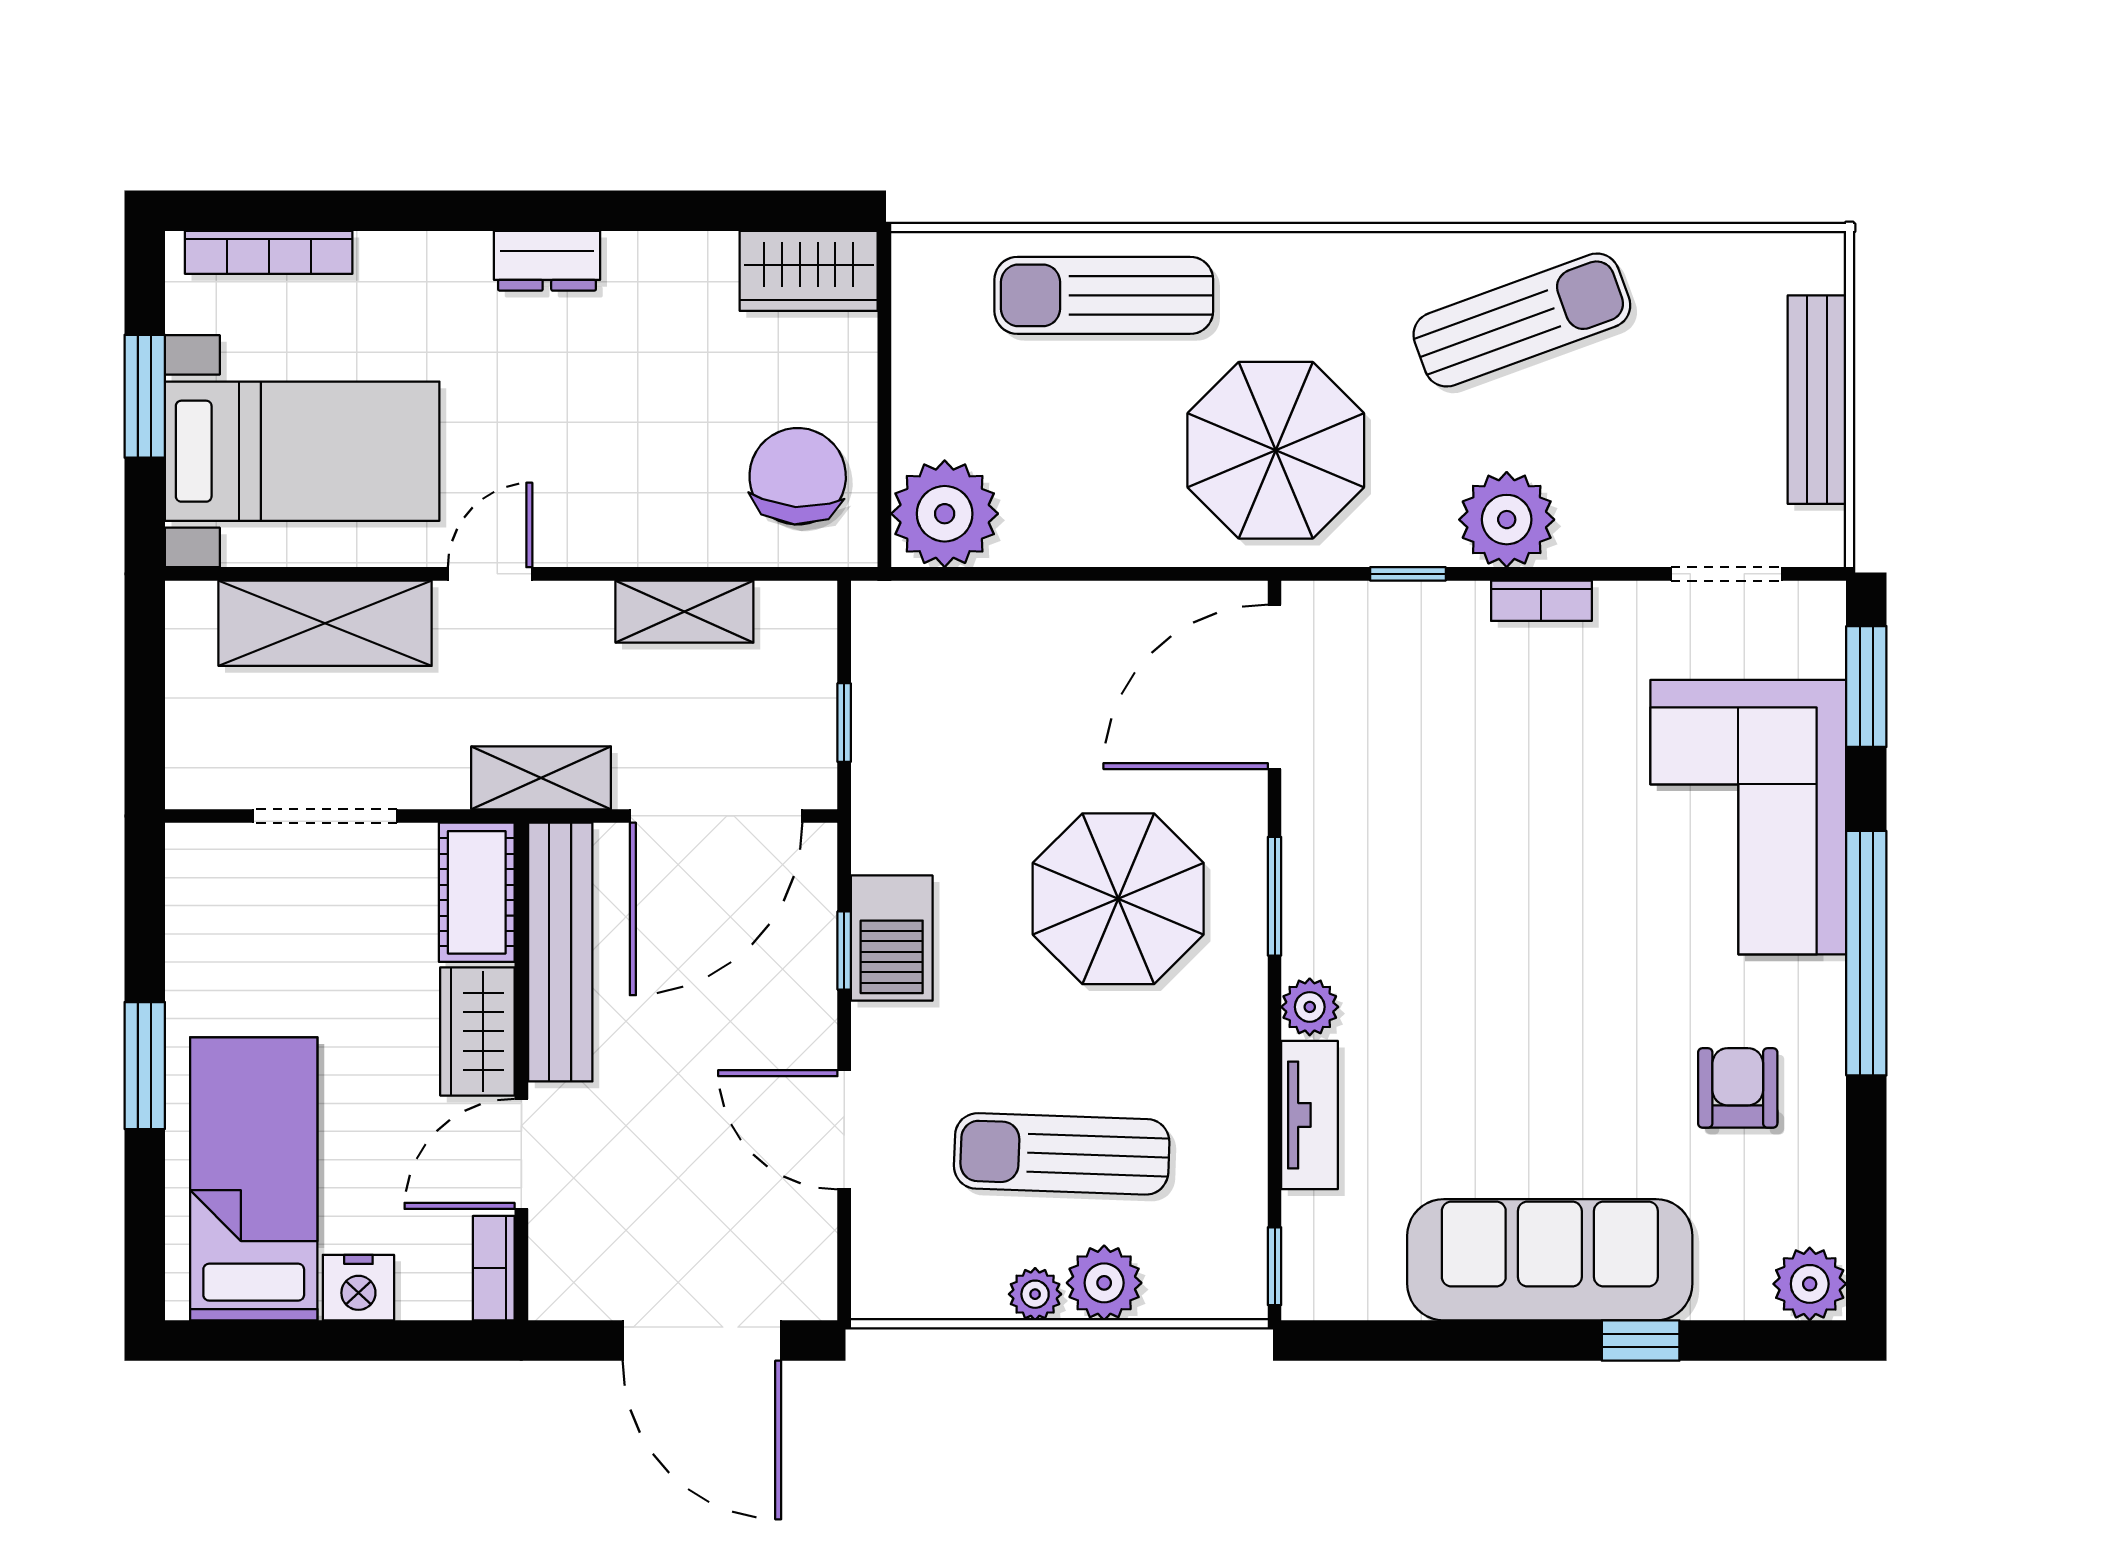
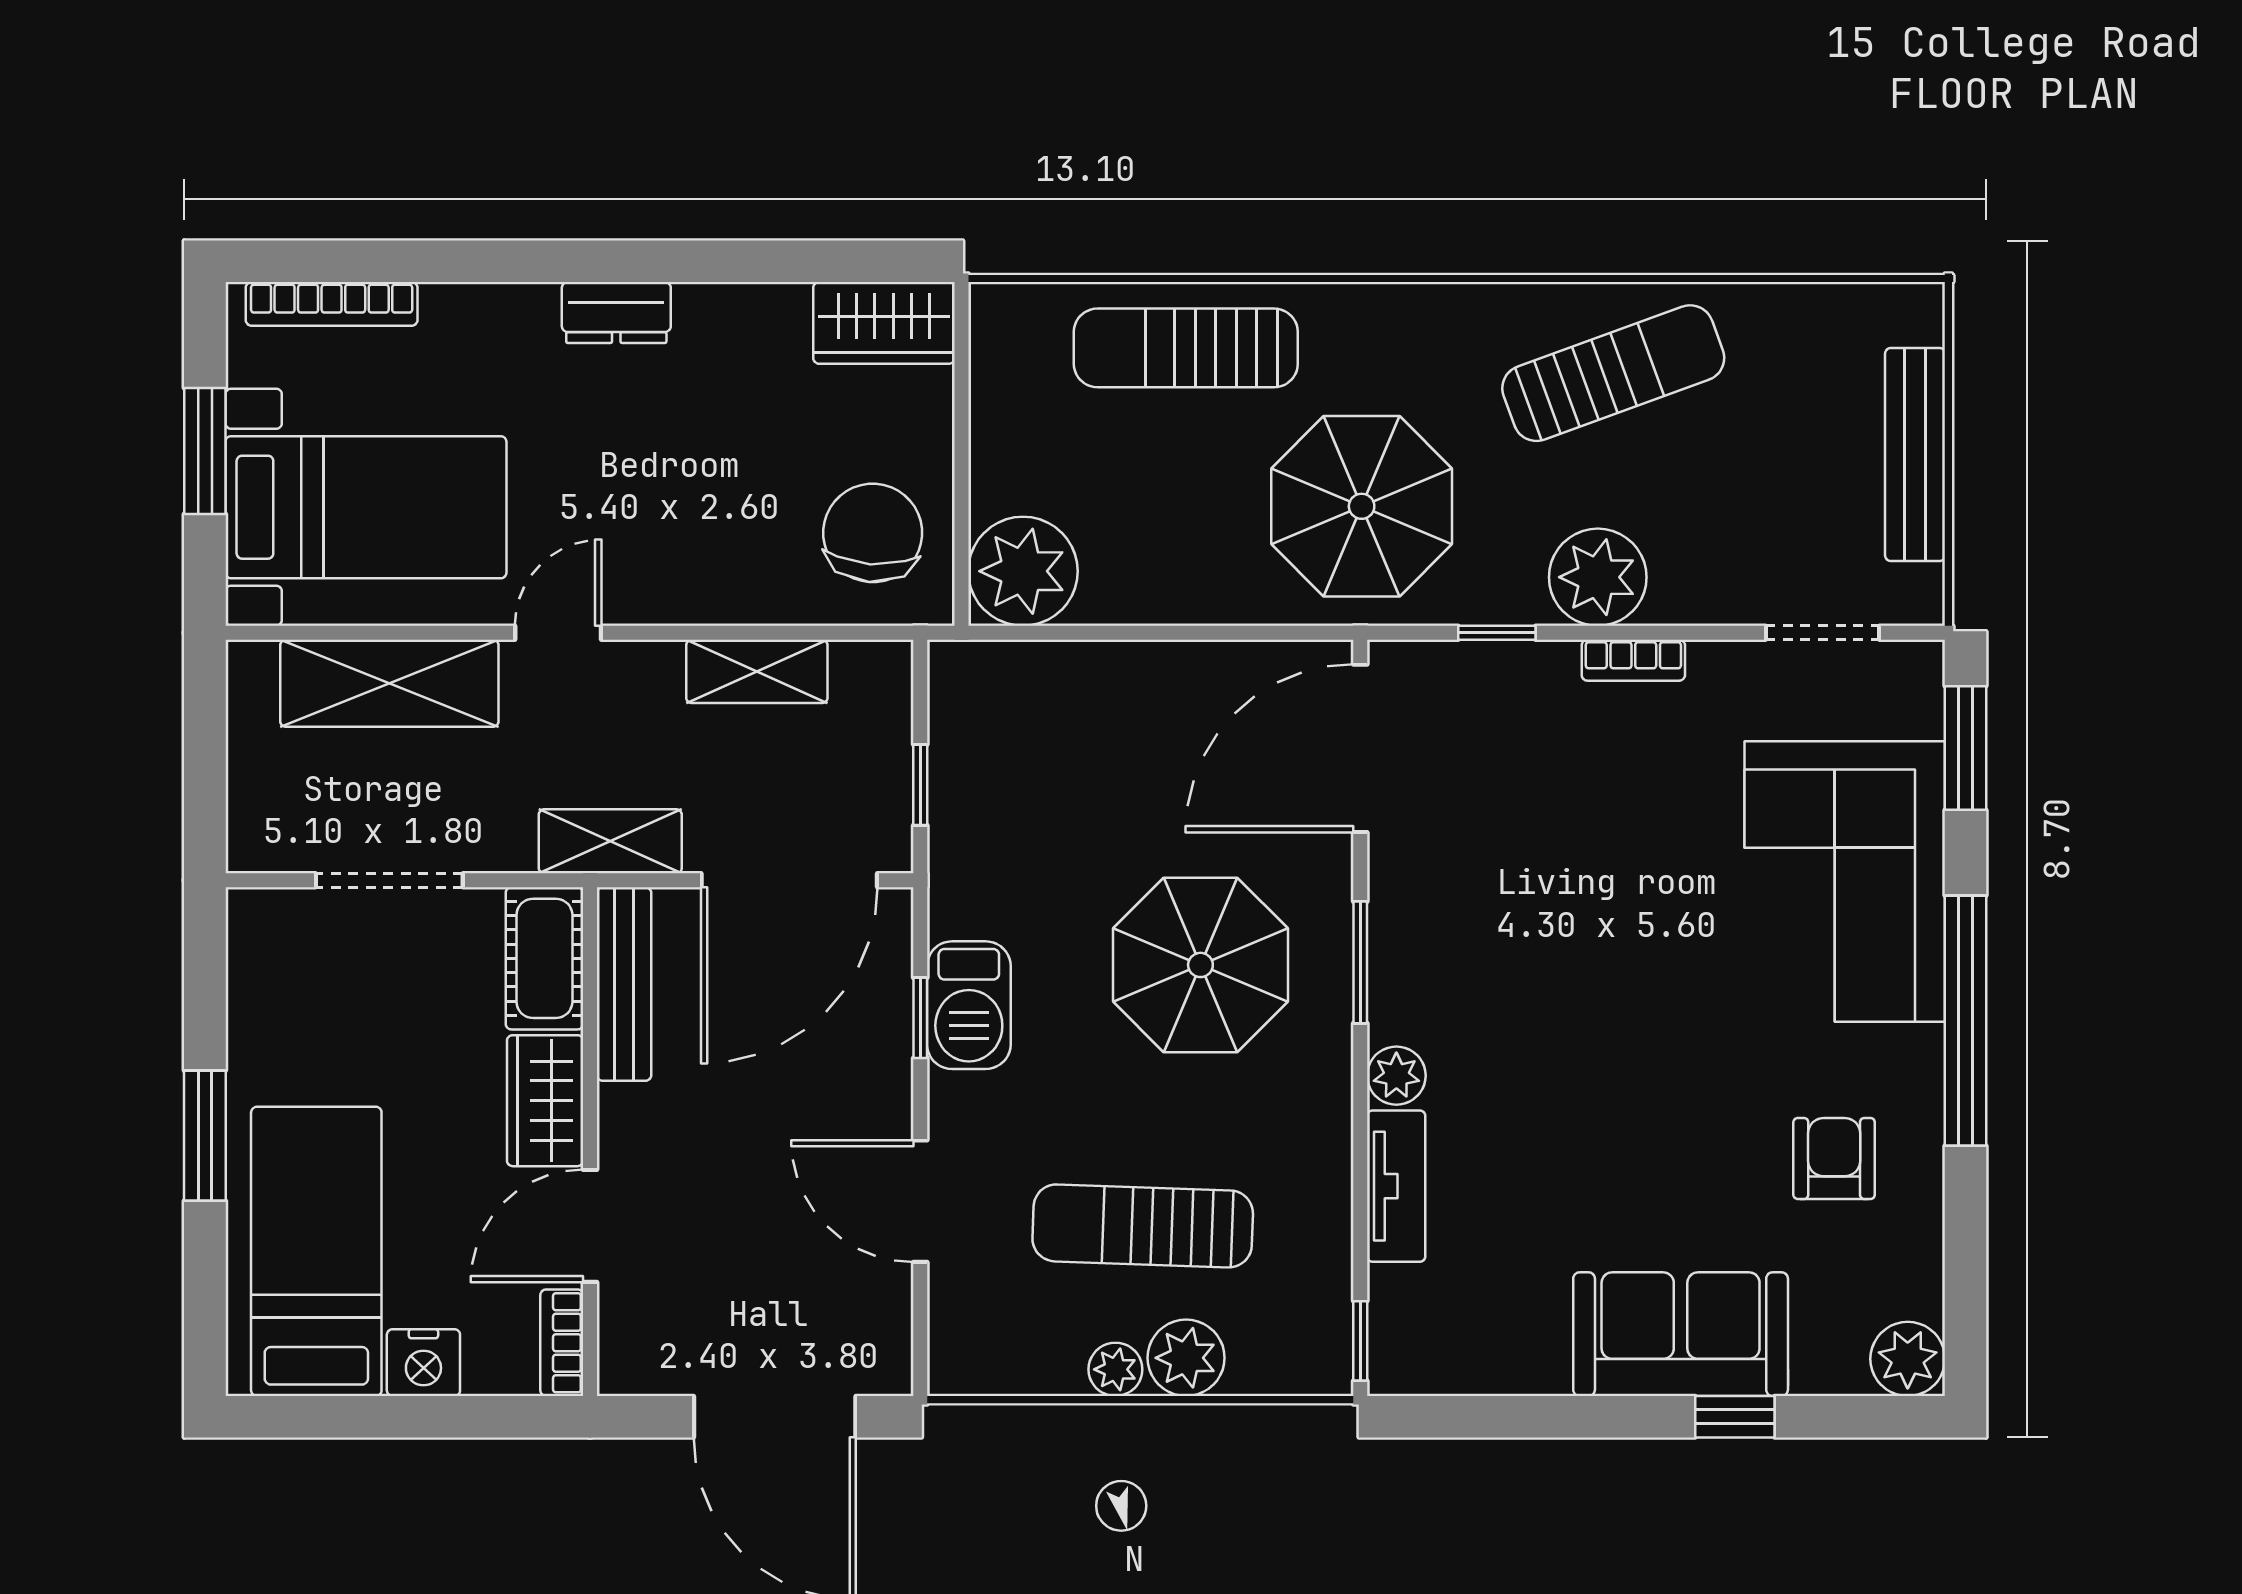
bench: (560, 952) -> (624, 984), width x0.73, depth x0.82
sofa: (1550, 1260) -> (1681, 1334), width x0.73

